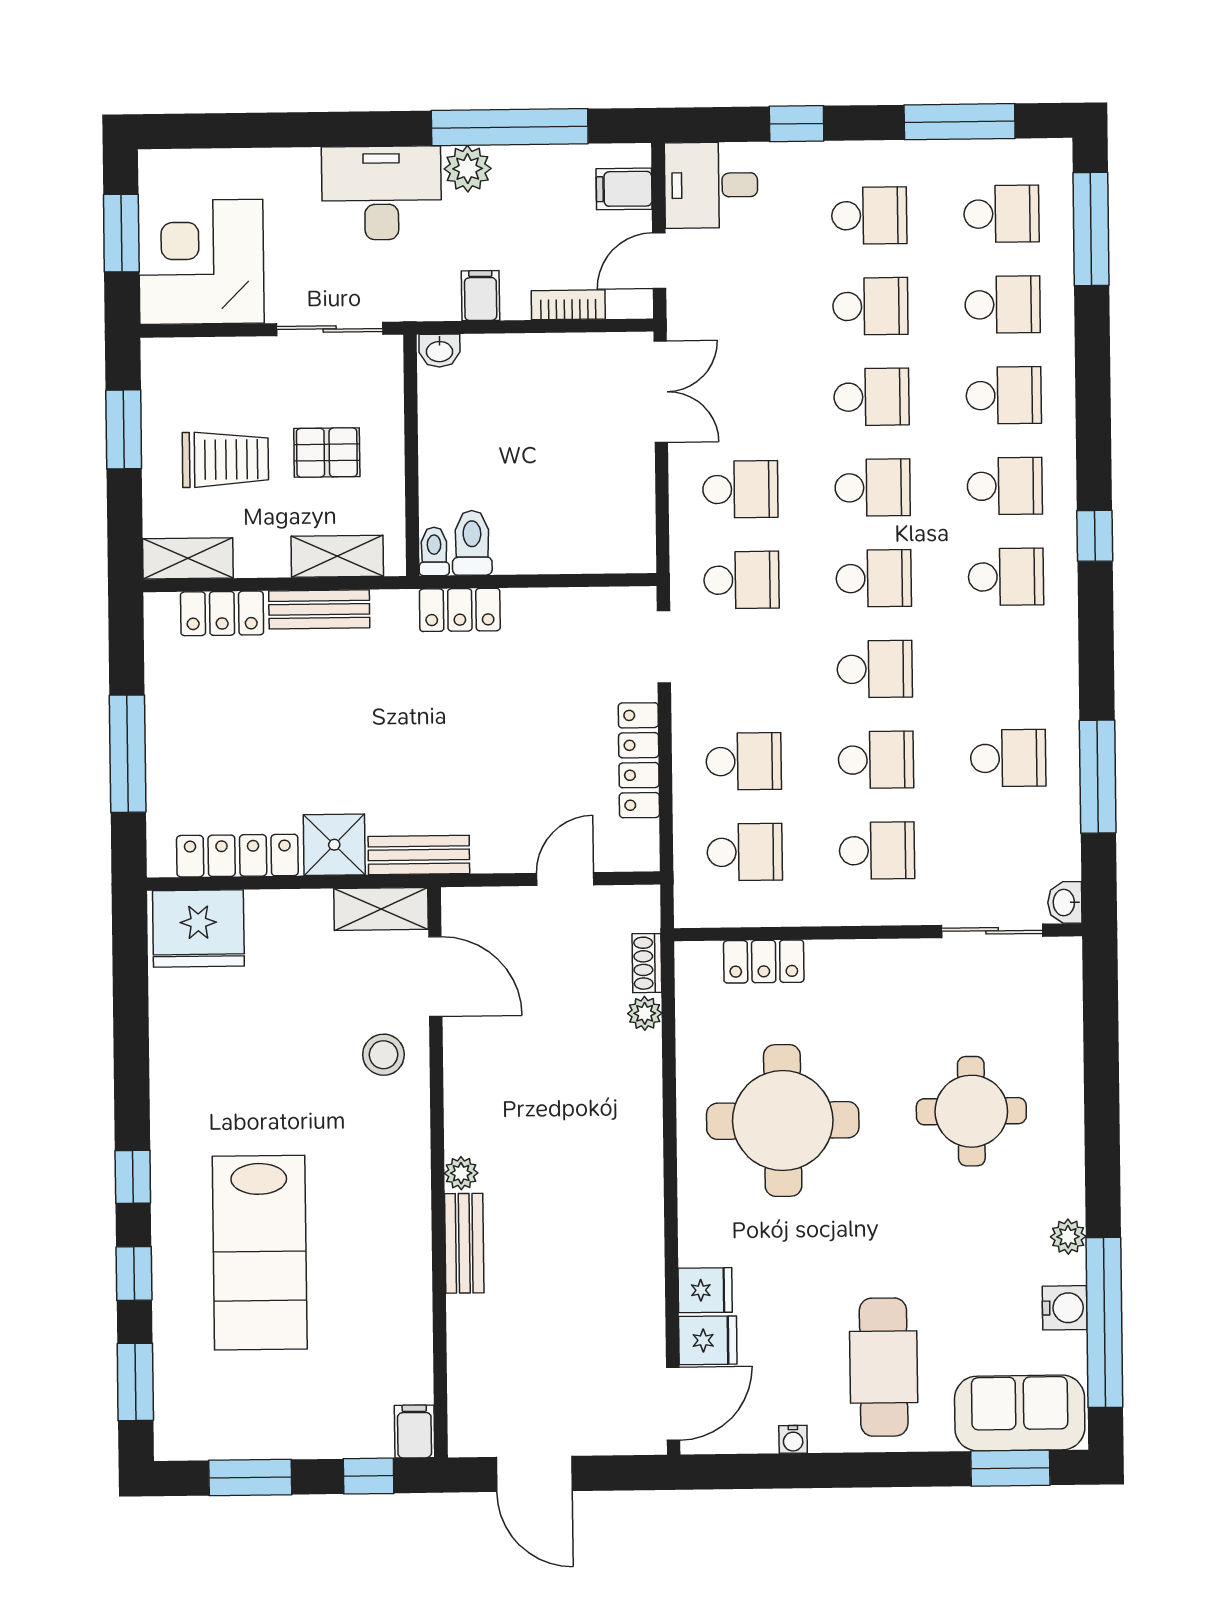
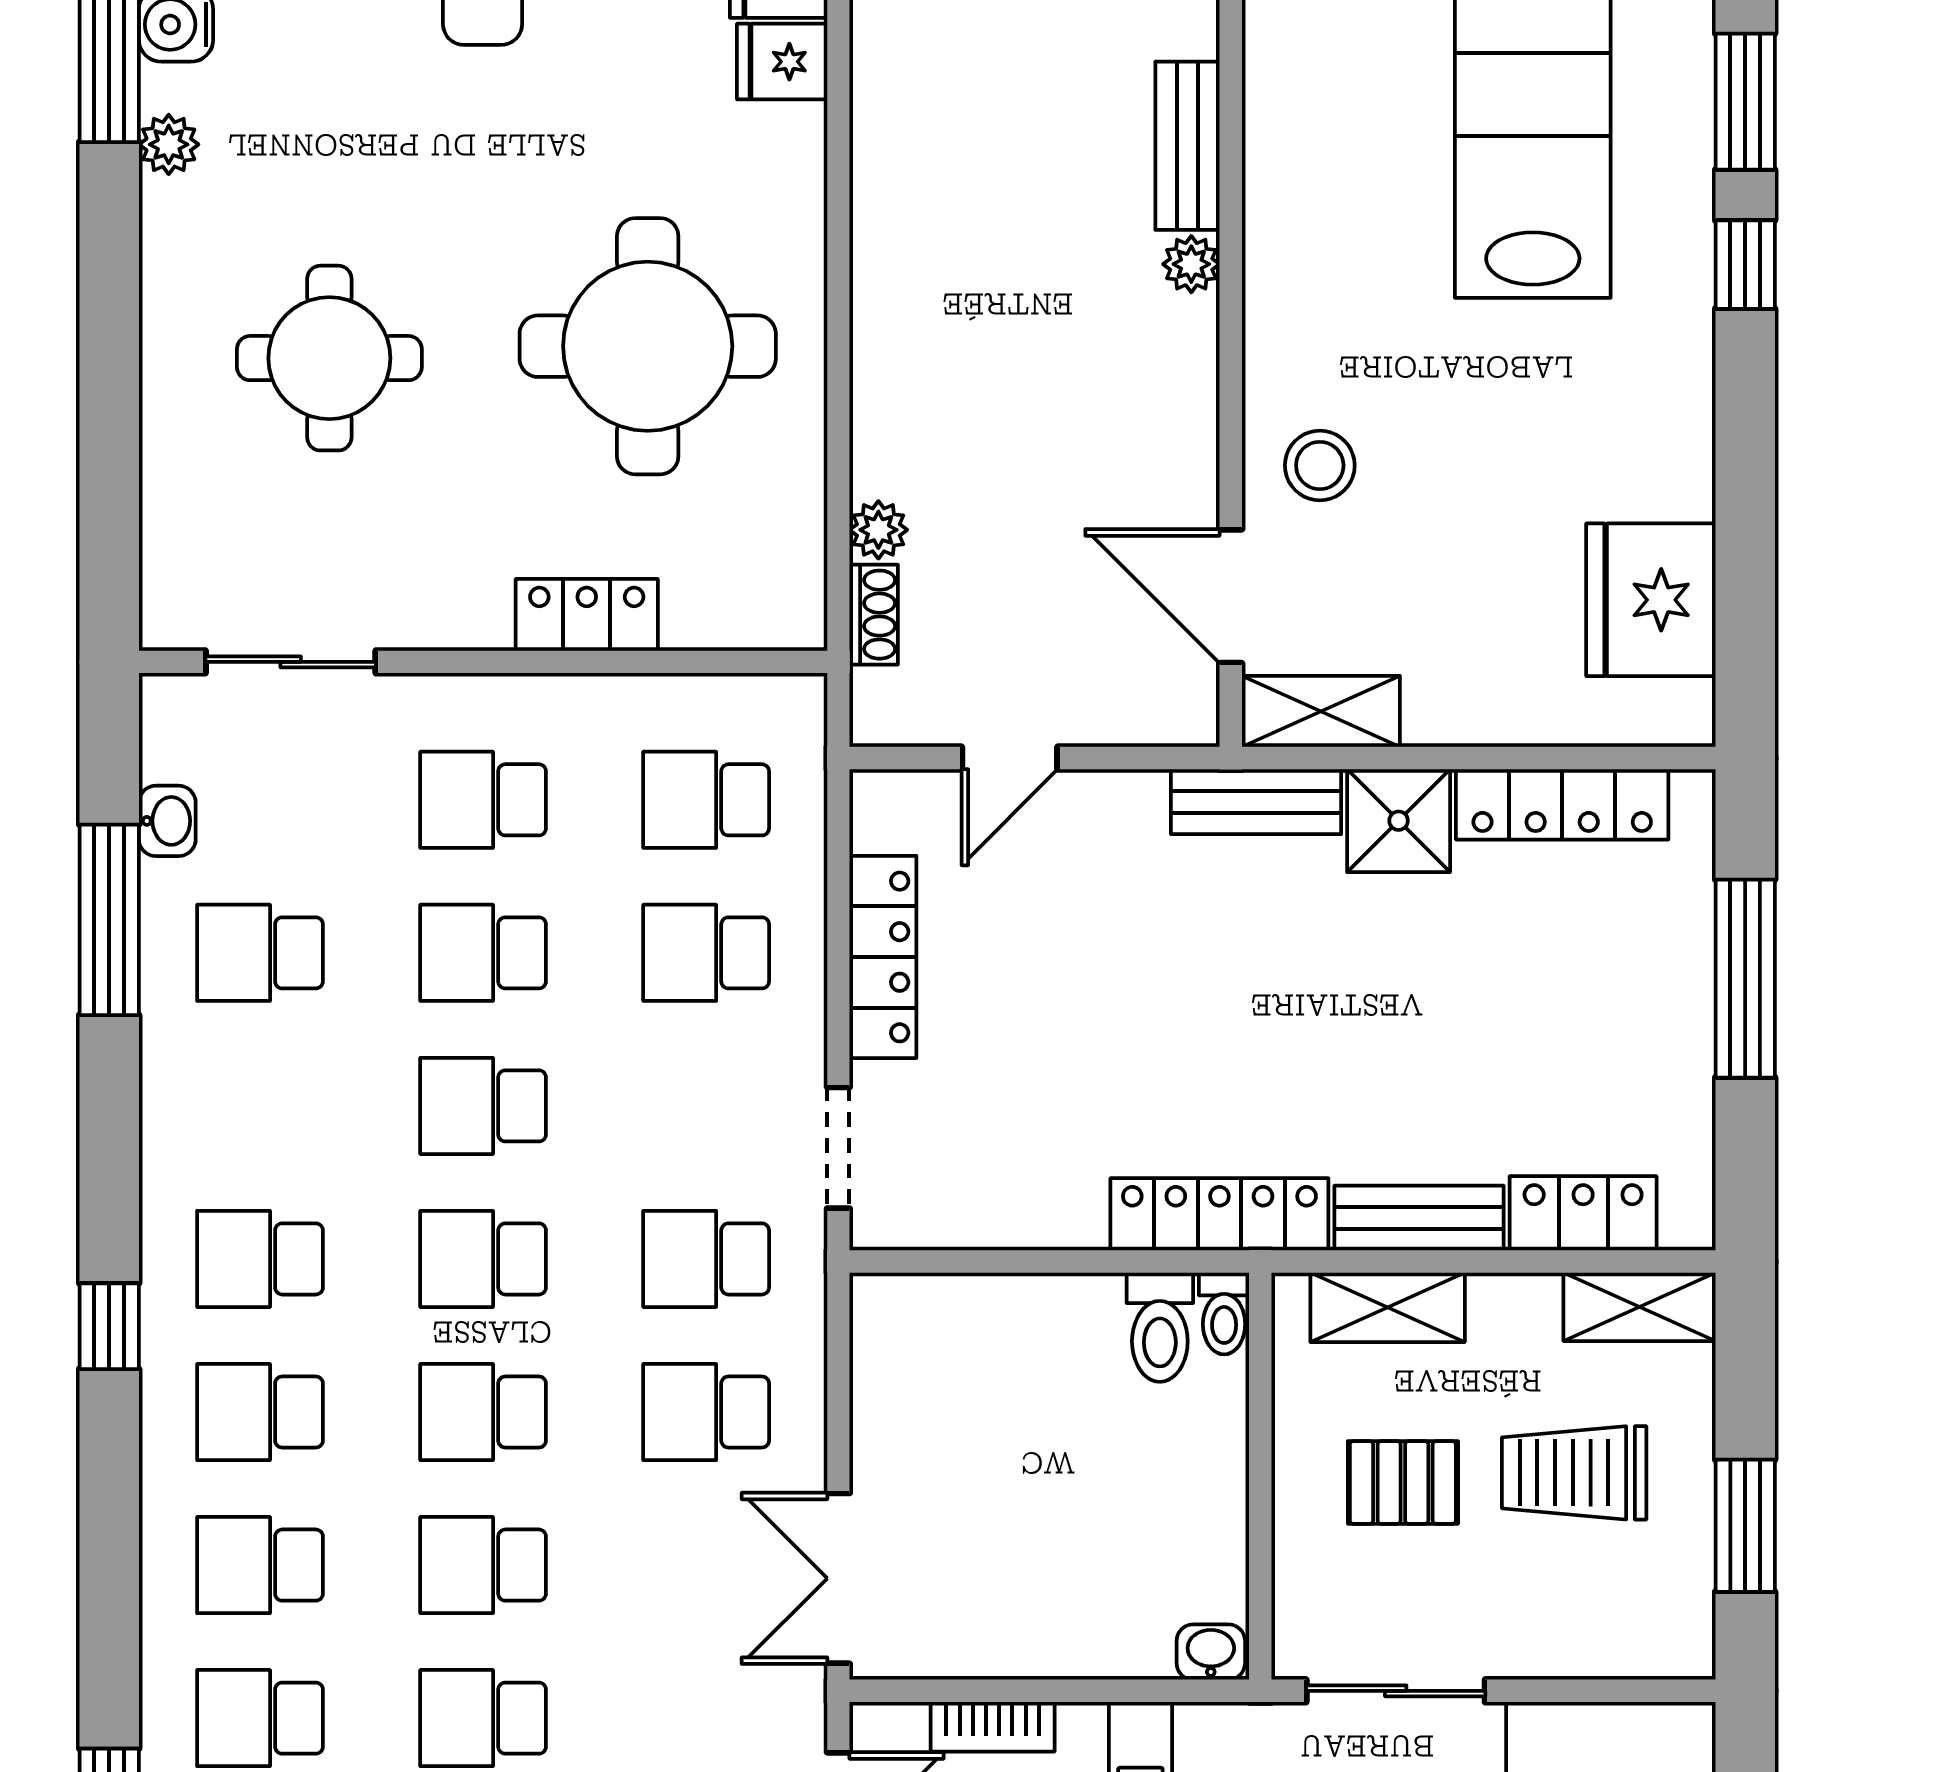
locker: (460, 610) -> (1219, 1214), width x1.53
washbasin: (1065, 903) -> (167, 821), moved
fridge: (198, 928) -> (1651, 600), moved, turned -90
locker: (764, 961) -> (587, 615), moved
window: (134, 1273) -> (1745, 102), width x1.50

